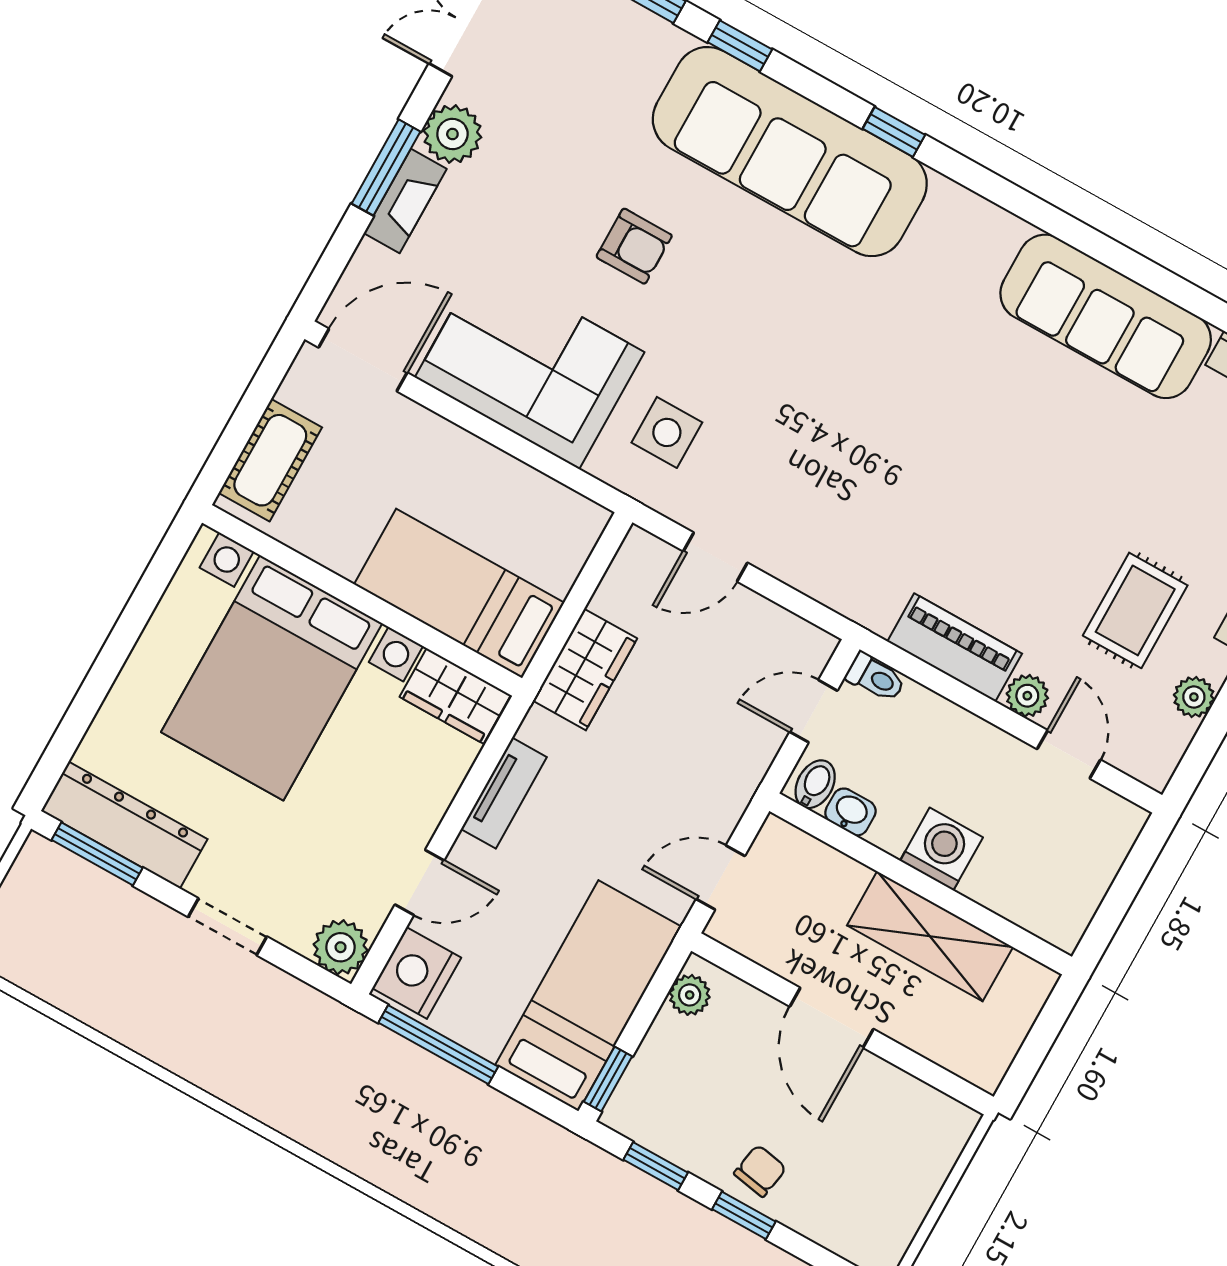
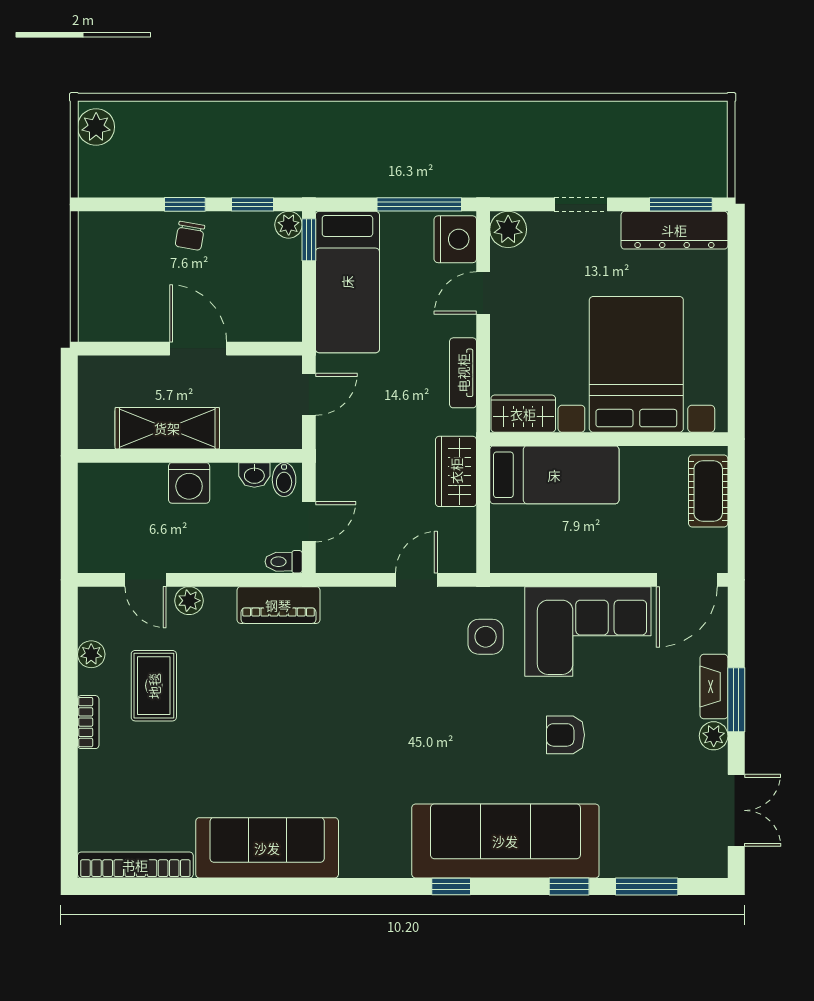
plant: (452, 134) -> (714, 736), width x0.73, depth x0.73
piano: (955, 648) -> (278, 605), moved
plant: (690, 995) -> (289, 225), moved

